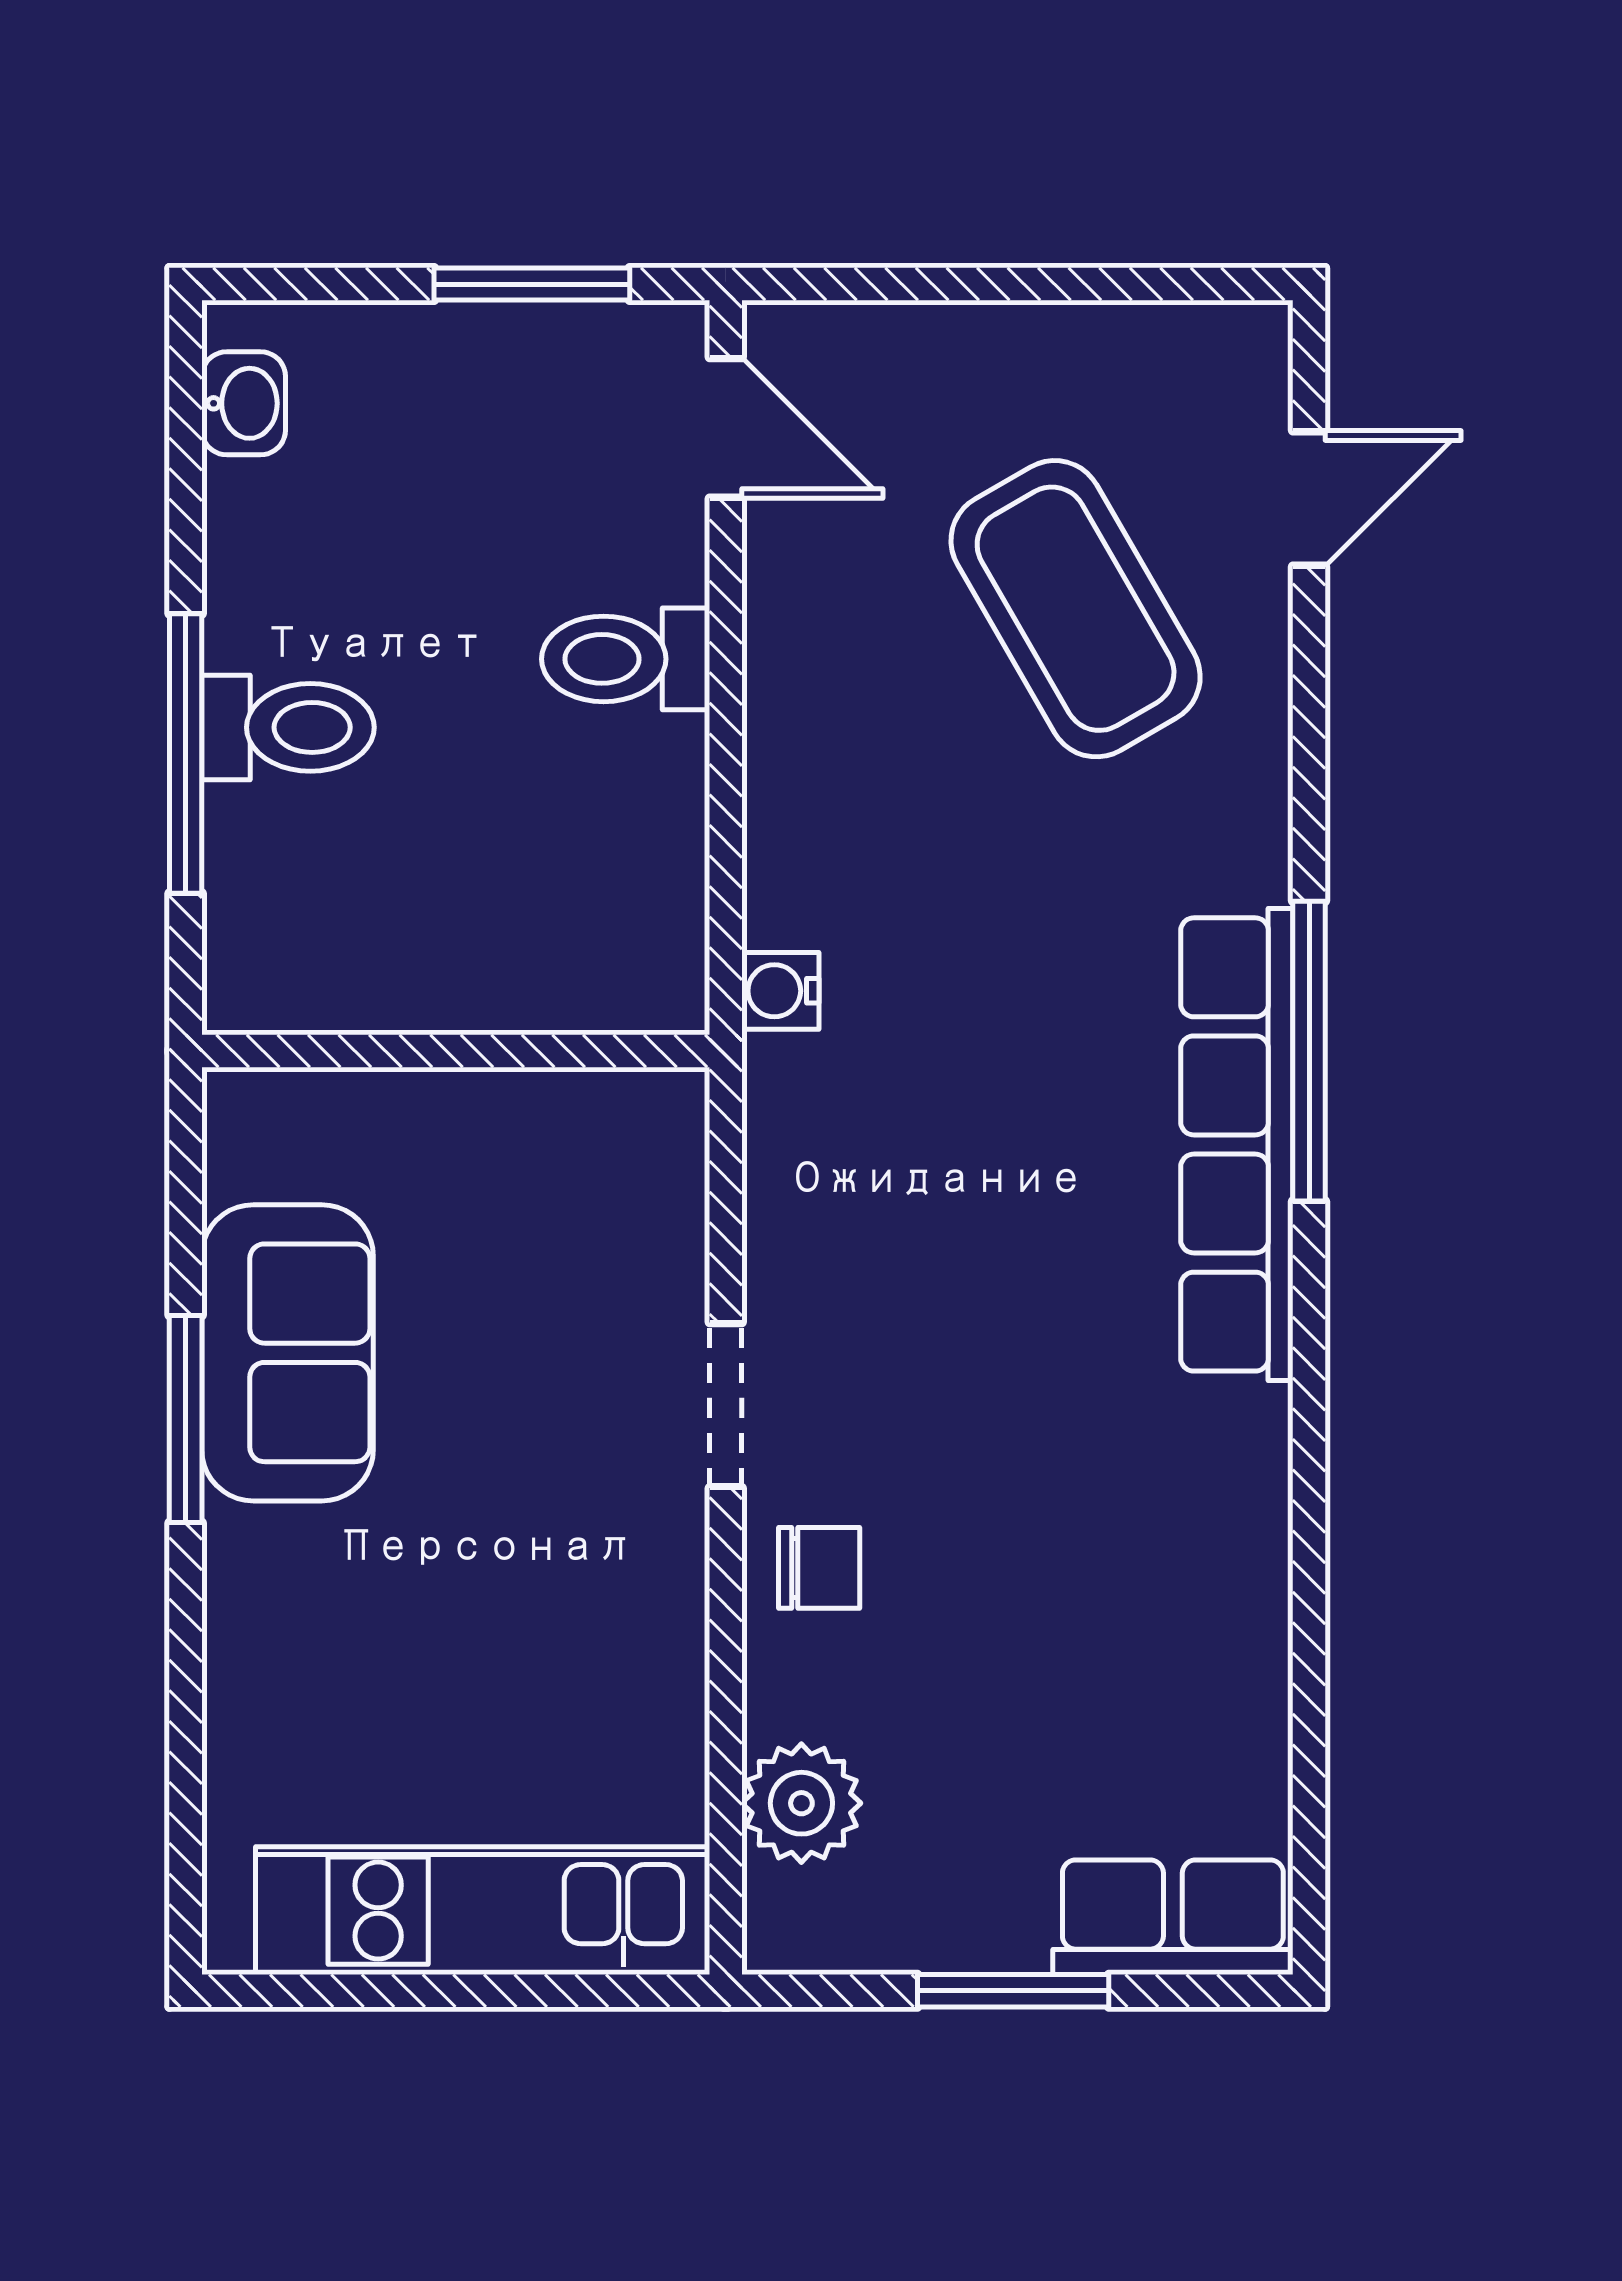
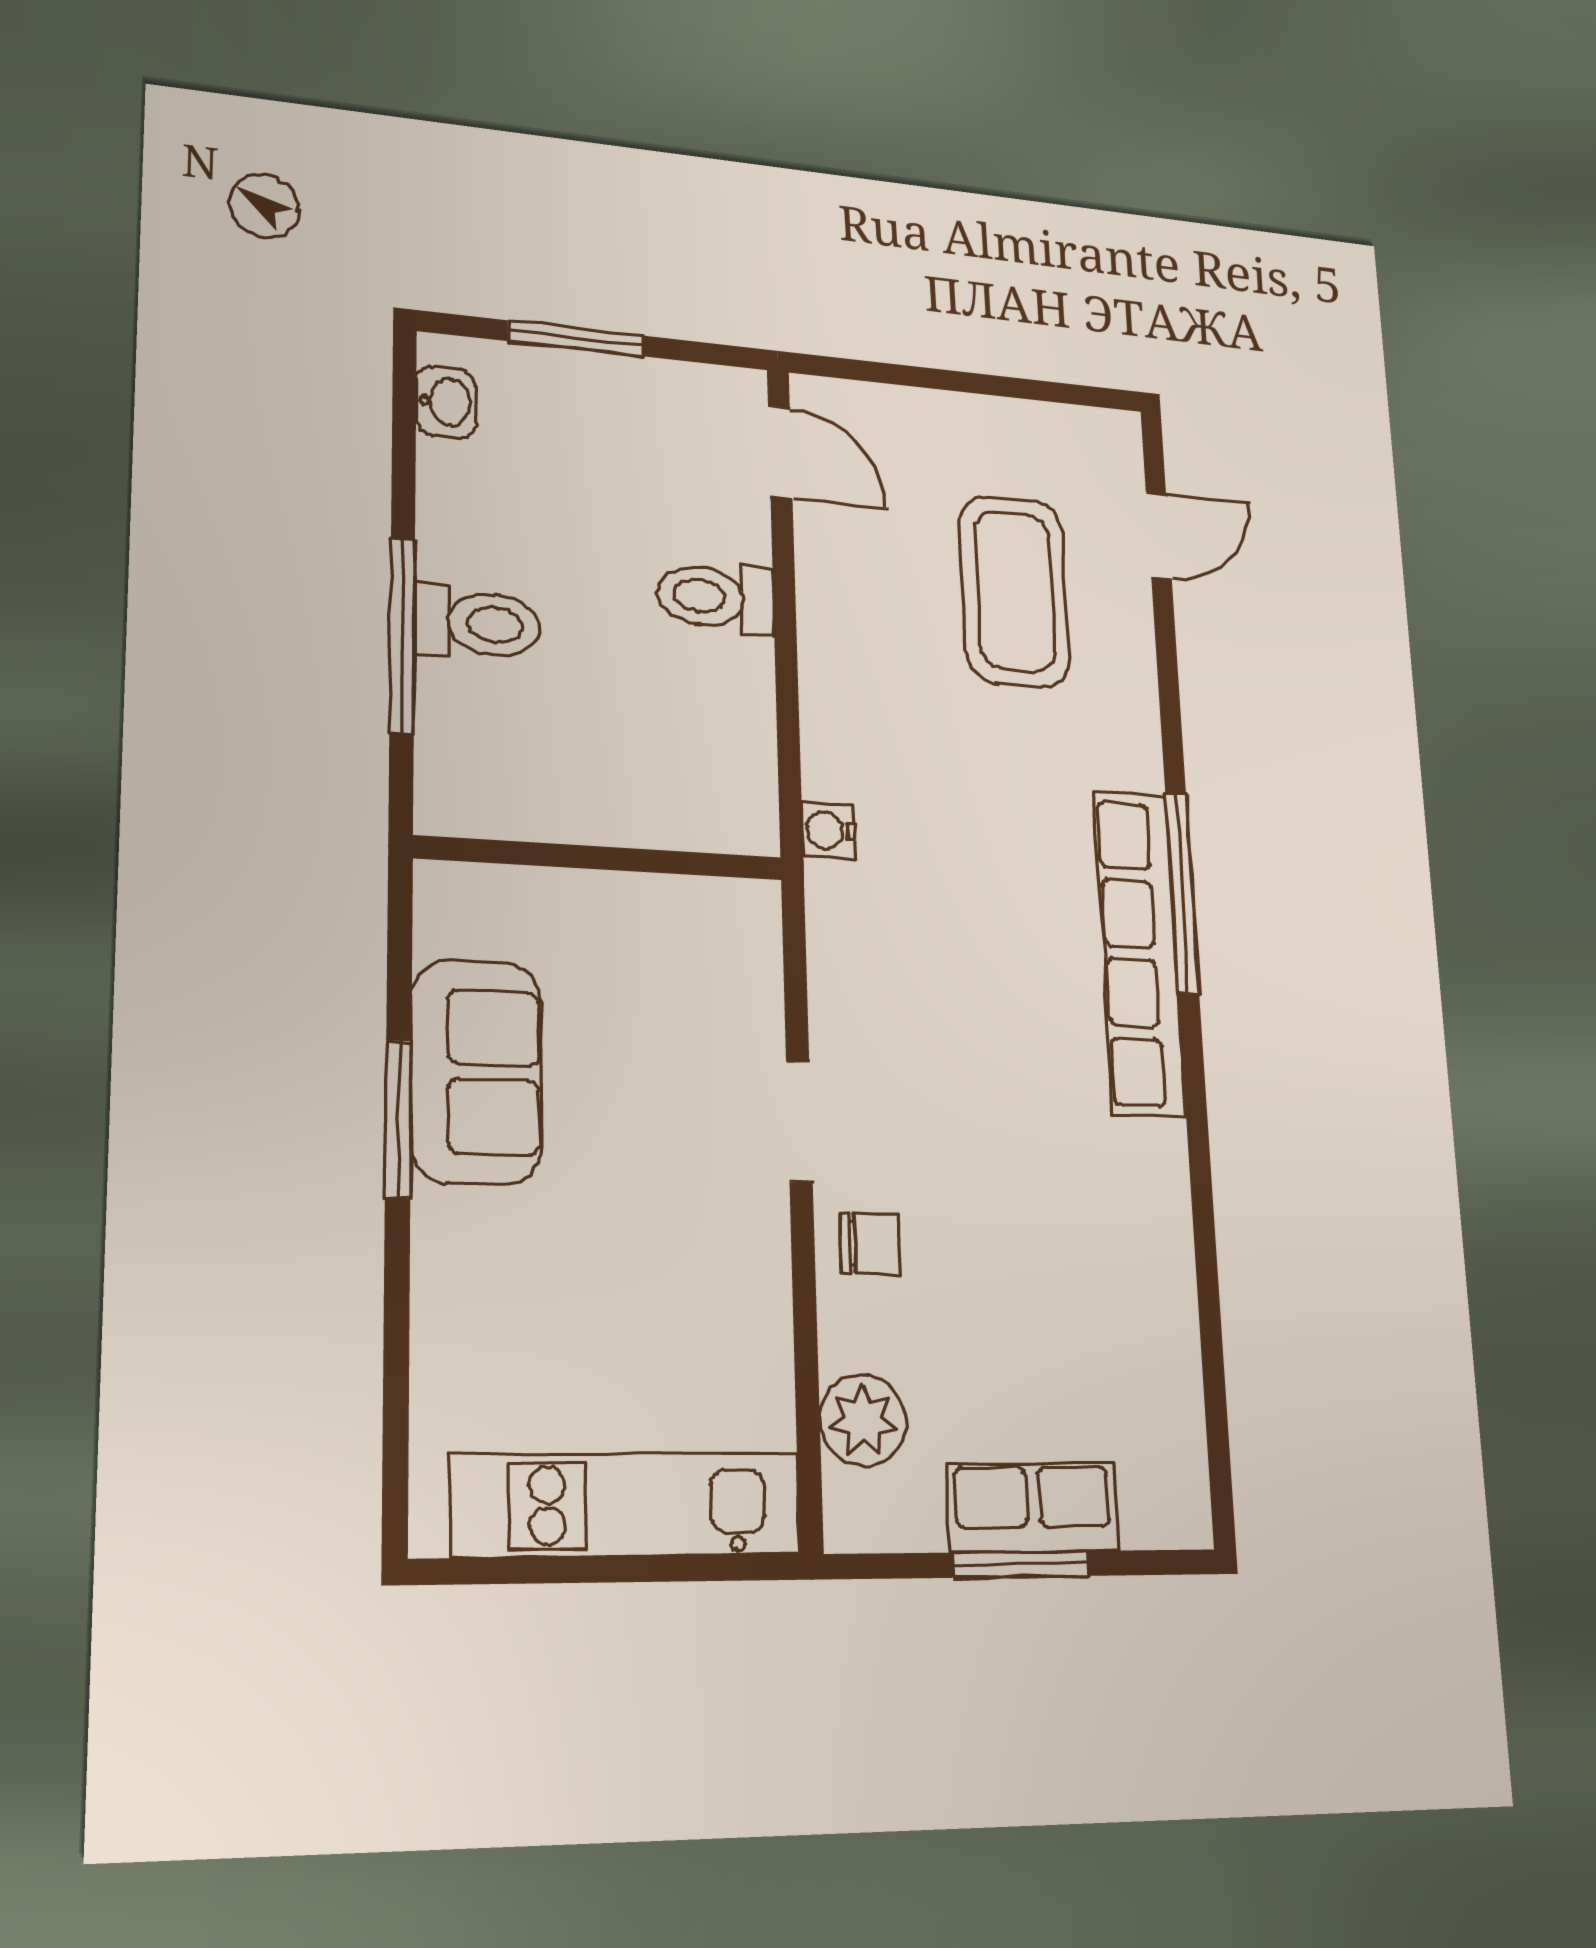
window: (532, 284) -> (576, 338), moved
coffee table: (1076, 609) -> (1015, 591), turned 30
row of seats: (1173, 1917) -> (1033, 1508), moved

